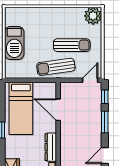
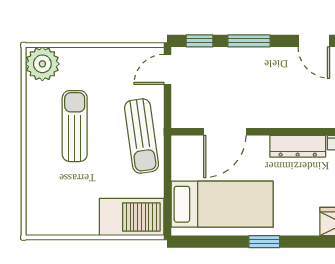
barbecue: (14, 43) -> (132, 217), moved
sun lounger: (72, 45) -> (75, 126), moved
door: (90, 80) -> (168, 69), hinge flipped

